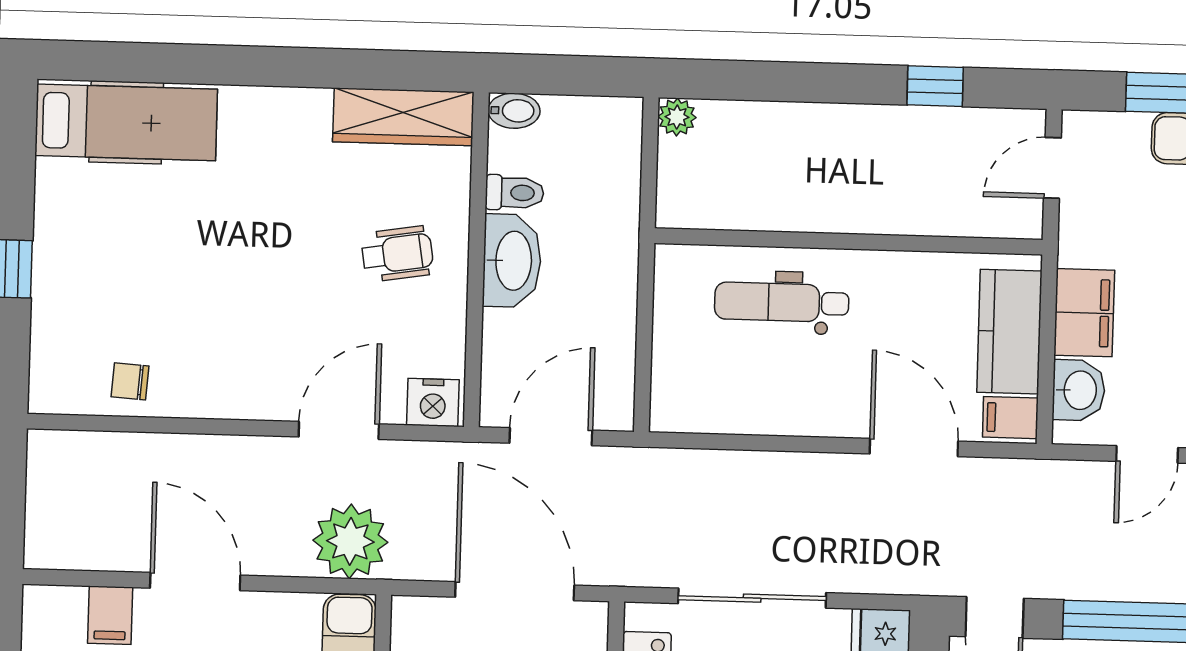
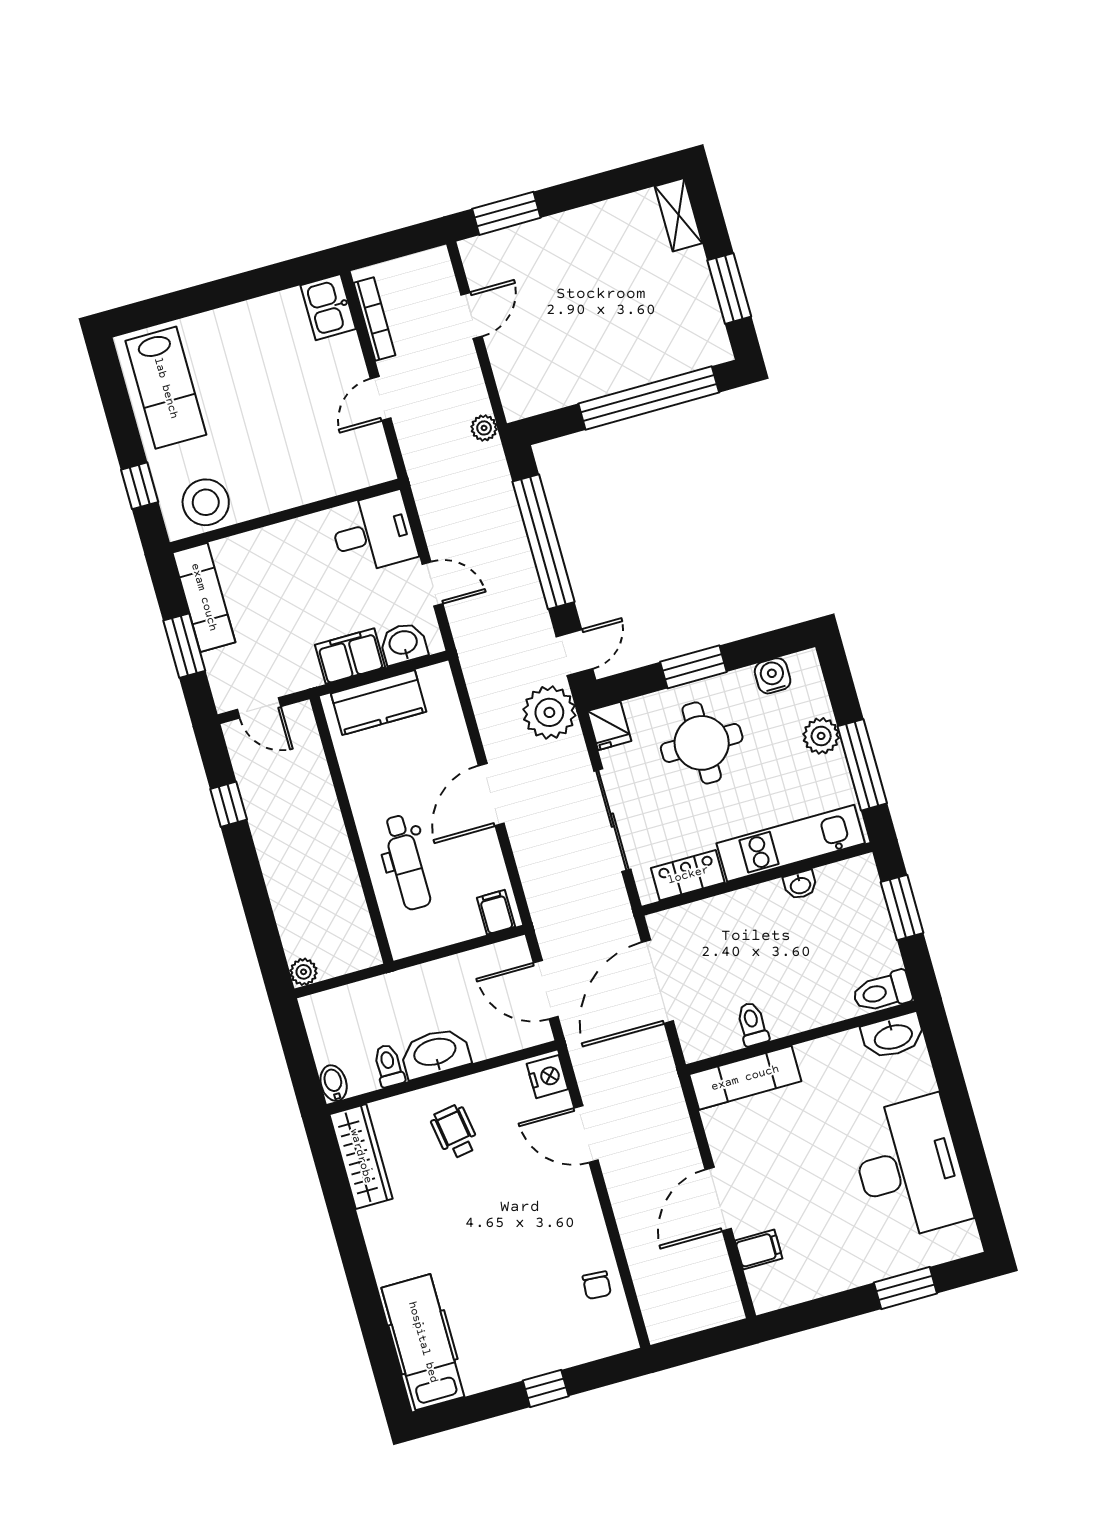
filing cabinet: (1010, 418) -> (496, 912), moved, turned 180
door: (914, 447) -> (491, 795), moved
plant: (350, 541) -> (549, 712), moved

